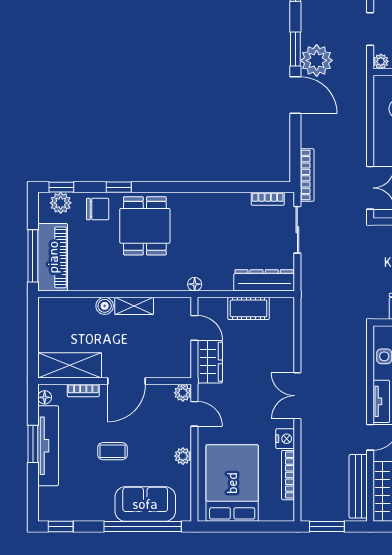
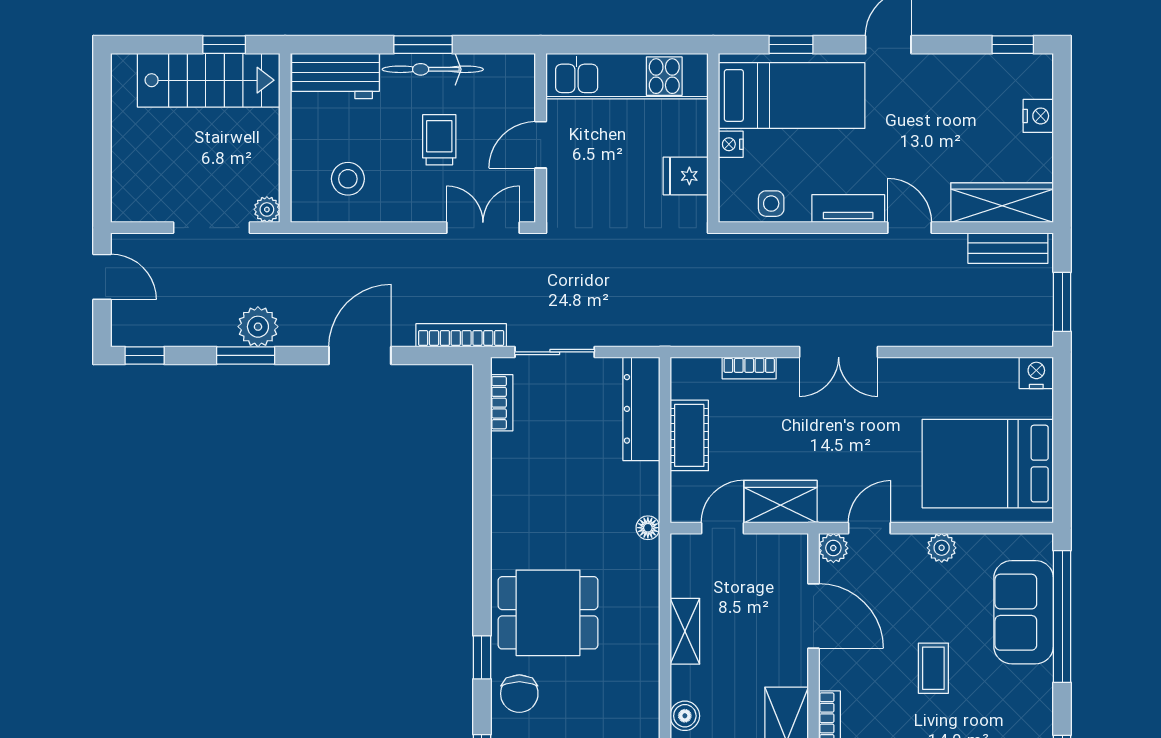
doorway: (370, 29) -> (212, 228), width x1.38
plant: (317, 60) -> (258, 327), width x0.73, depth x0.73
door: (295, 95) -> (360, 355), moved
chair: (98, 209) -> (519, 694), turned 180
boiler: (105, 306) -> (685, 716), moved
door: (126, 381) -> (813, 616), moved
nightstand: (285, 439) -> (1036, 373), moved
bookcase: (288, 475) -> (749, 368), moved, width x0.64
bench: (358, 486) -> (1008, 248), width x0.73

